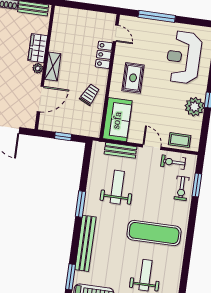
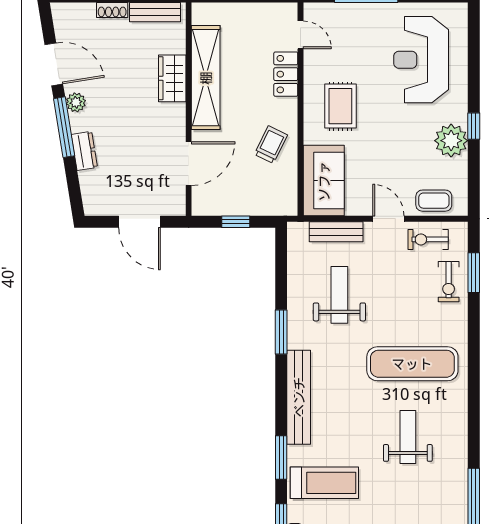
shelving: (53, 67) -> (206, 78), width x2.20, depth x1.33
plant: (38, 68) -> (177, 112), removed

